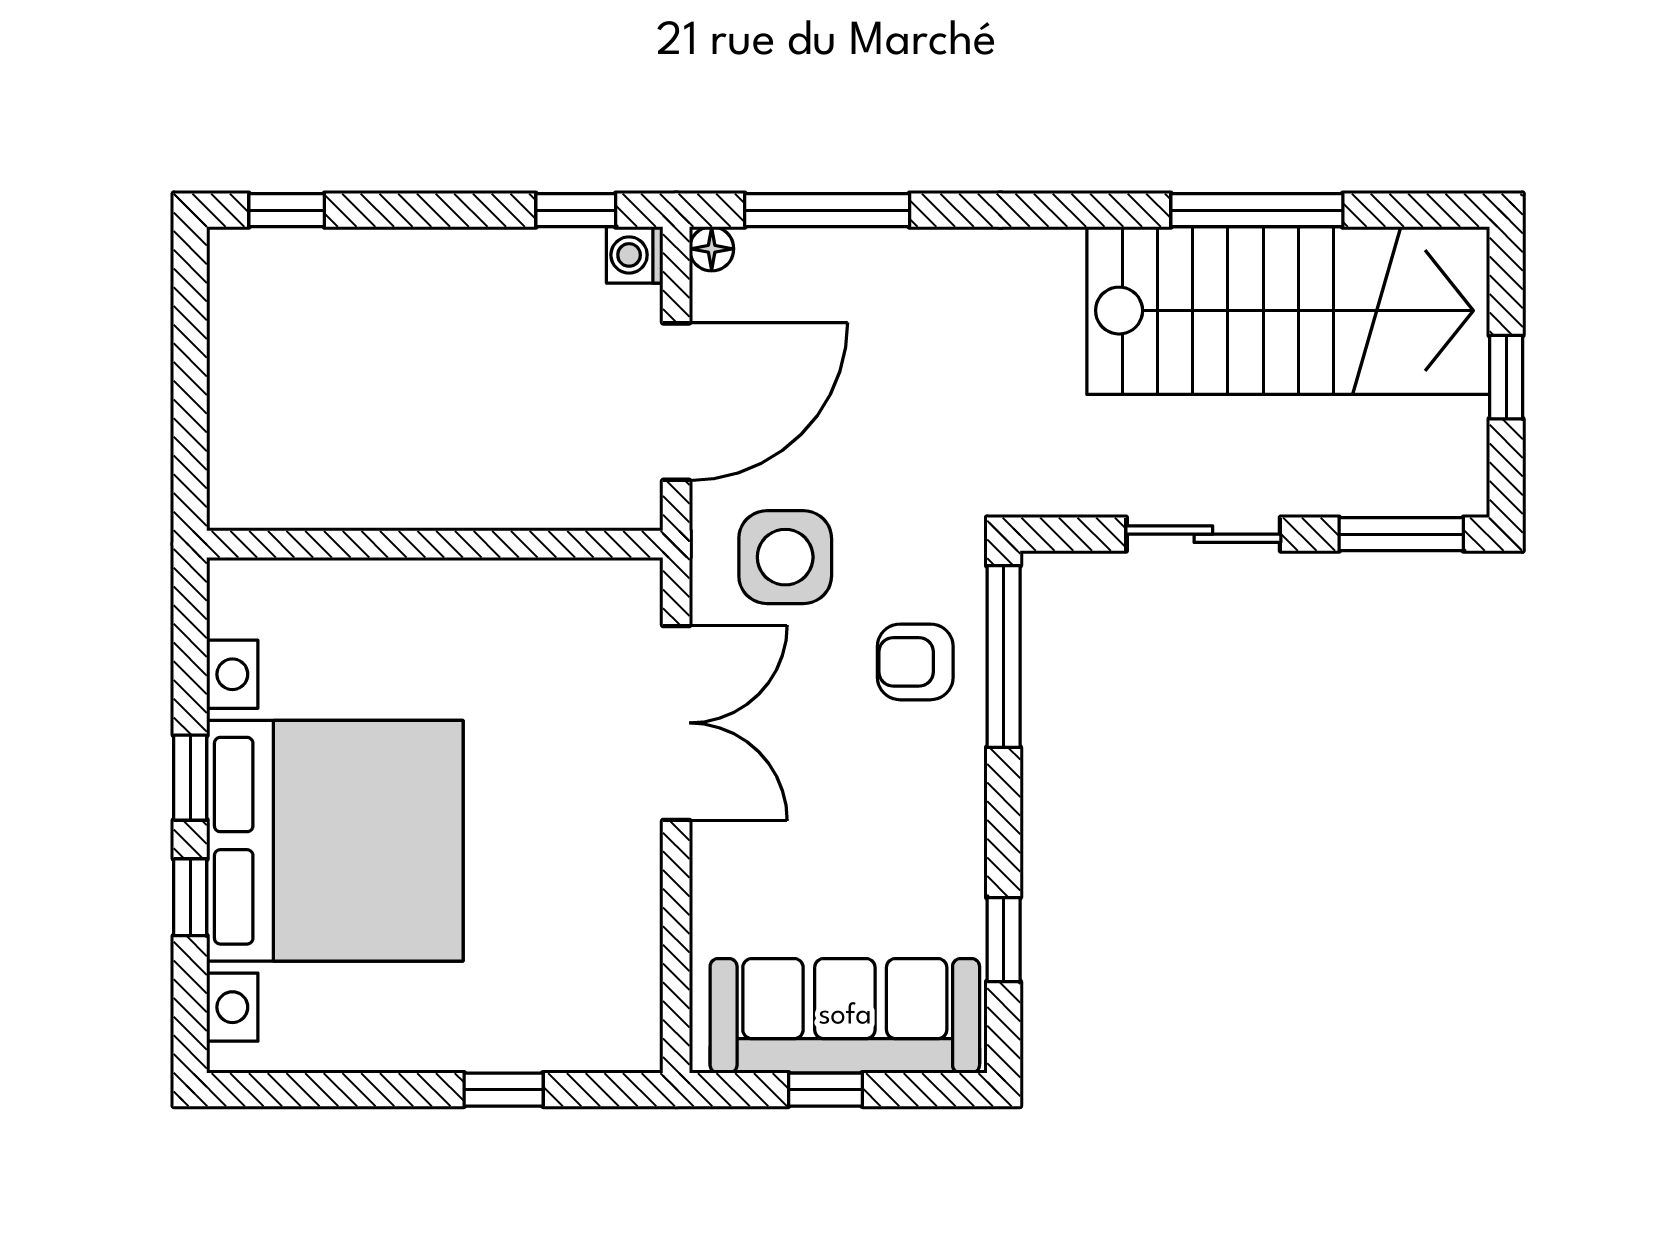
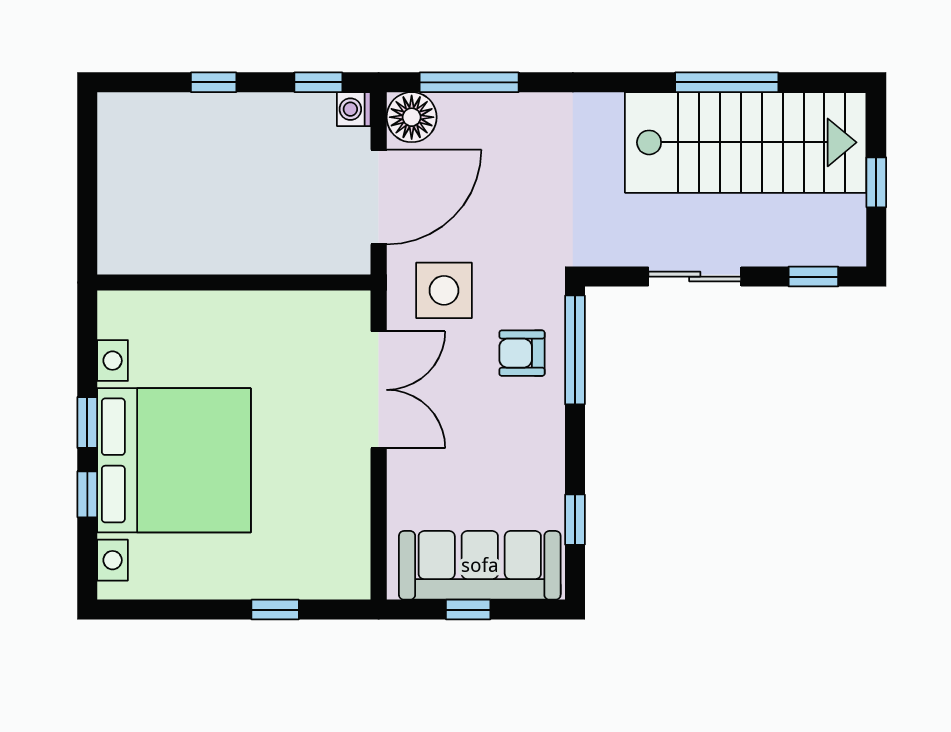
window: (287, 210) -> (214, 82), moved
floor lamp: (712, 249) -> (412, 117), width x1.89, depth x1.89
window: (1401, 534) -> (813, 277), width x0.67

